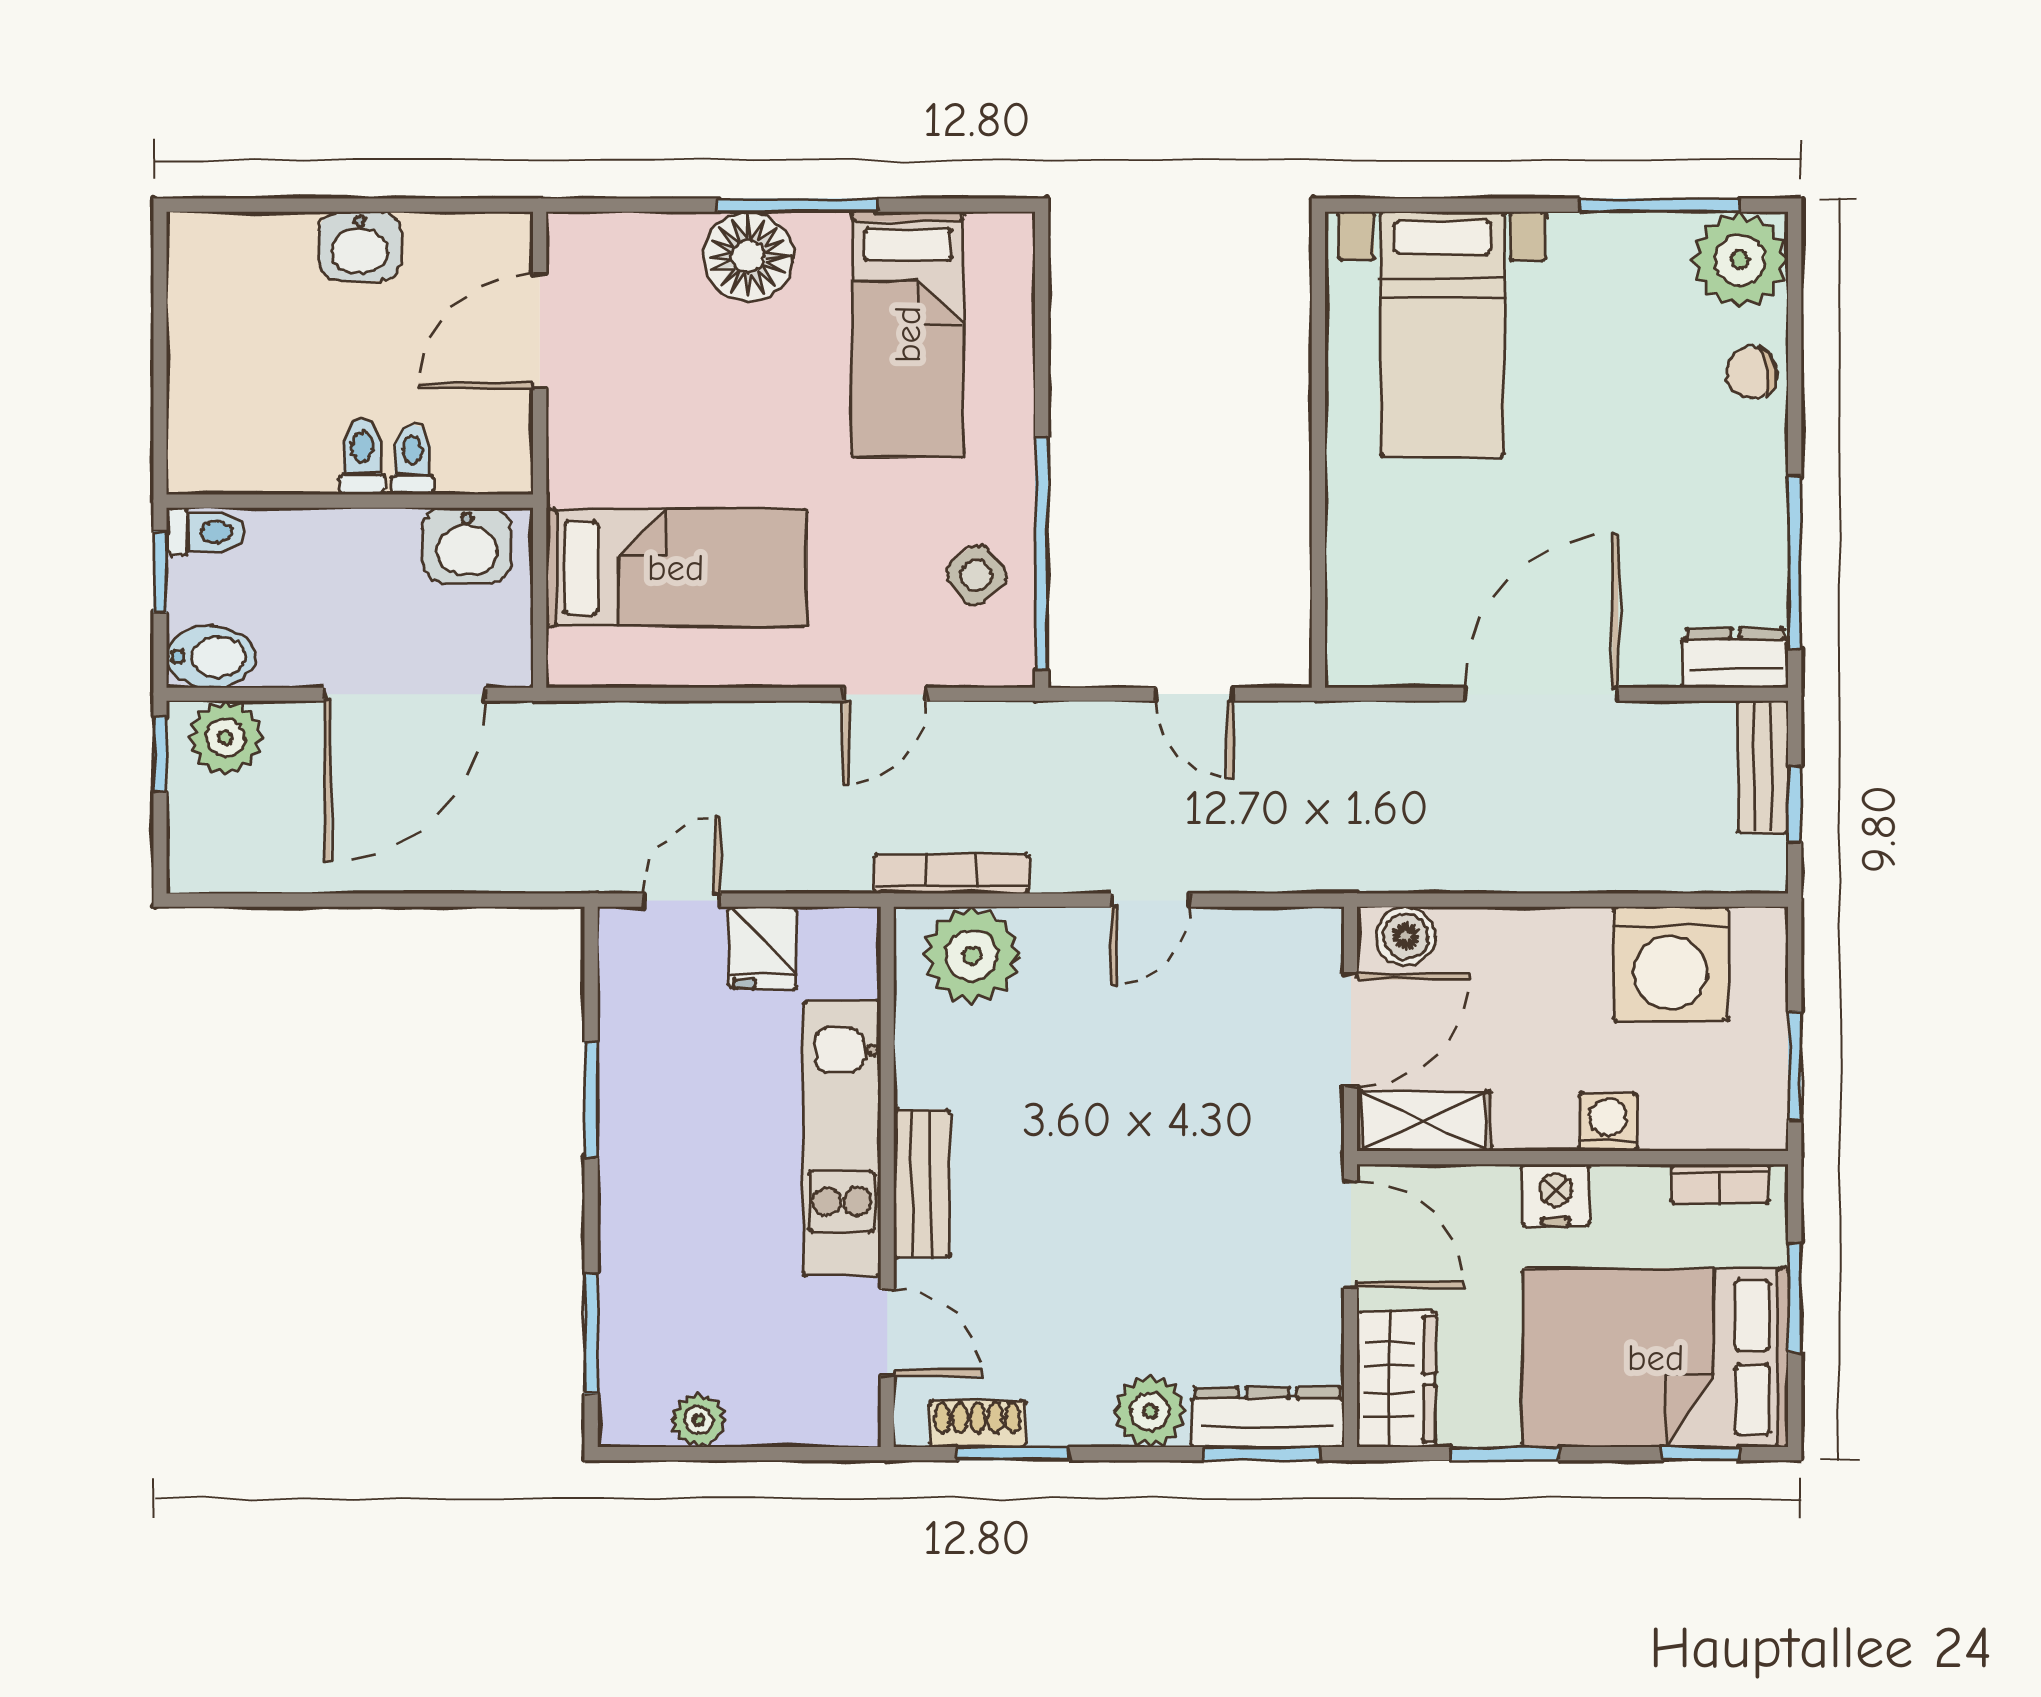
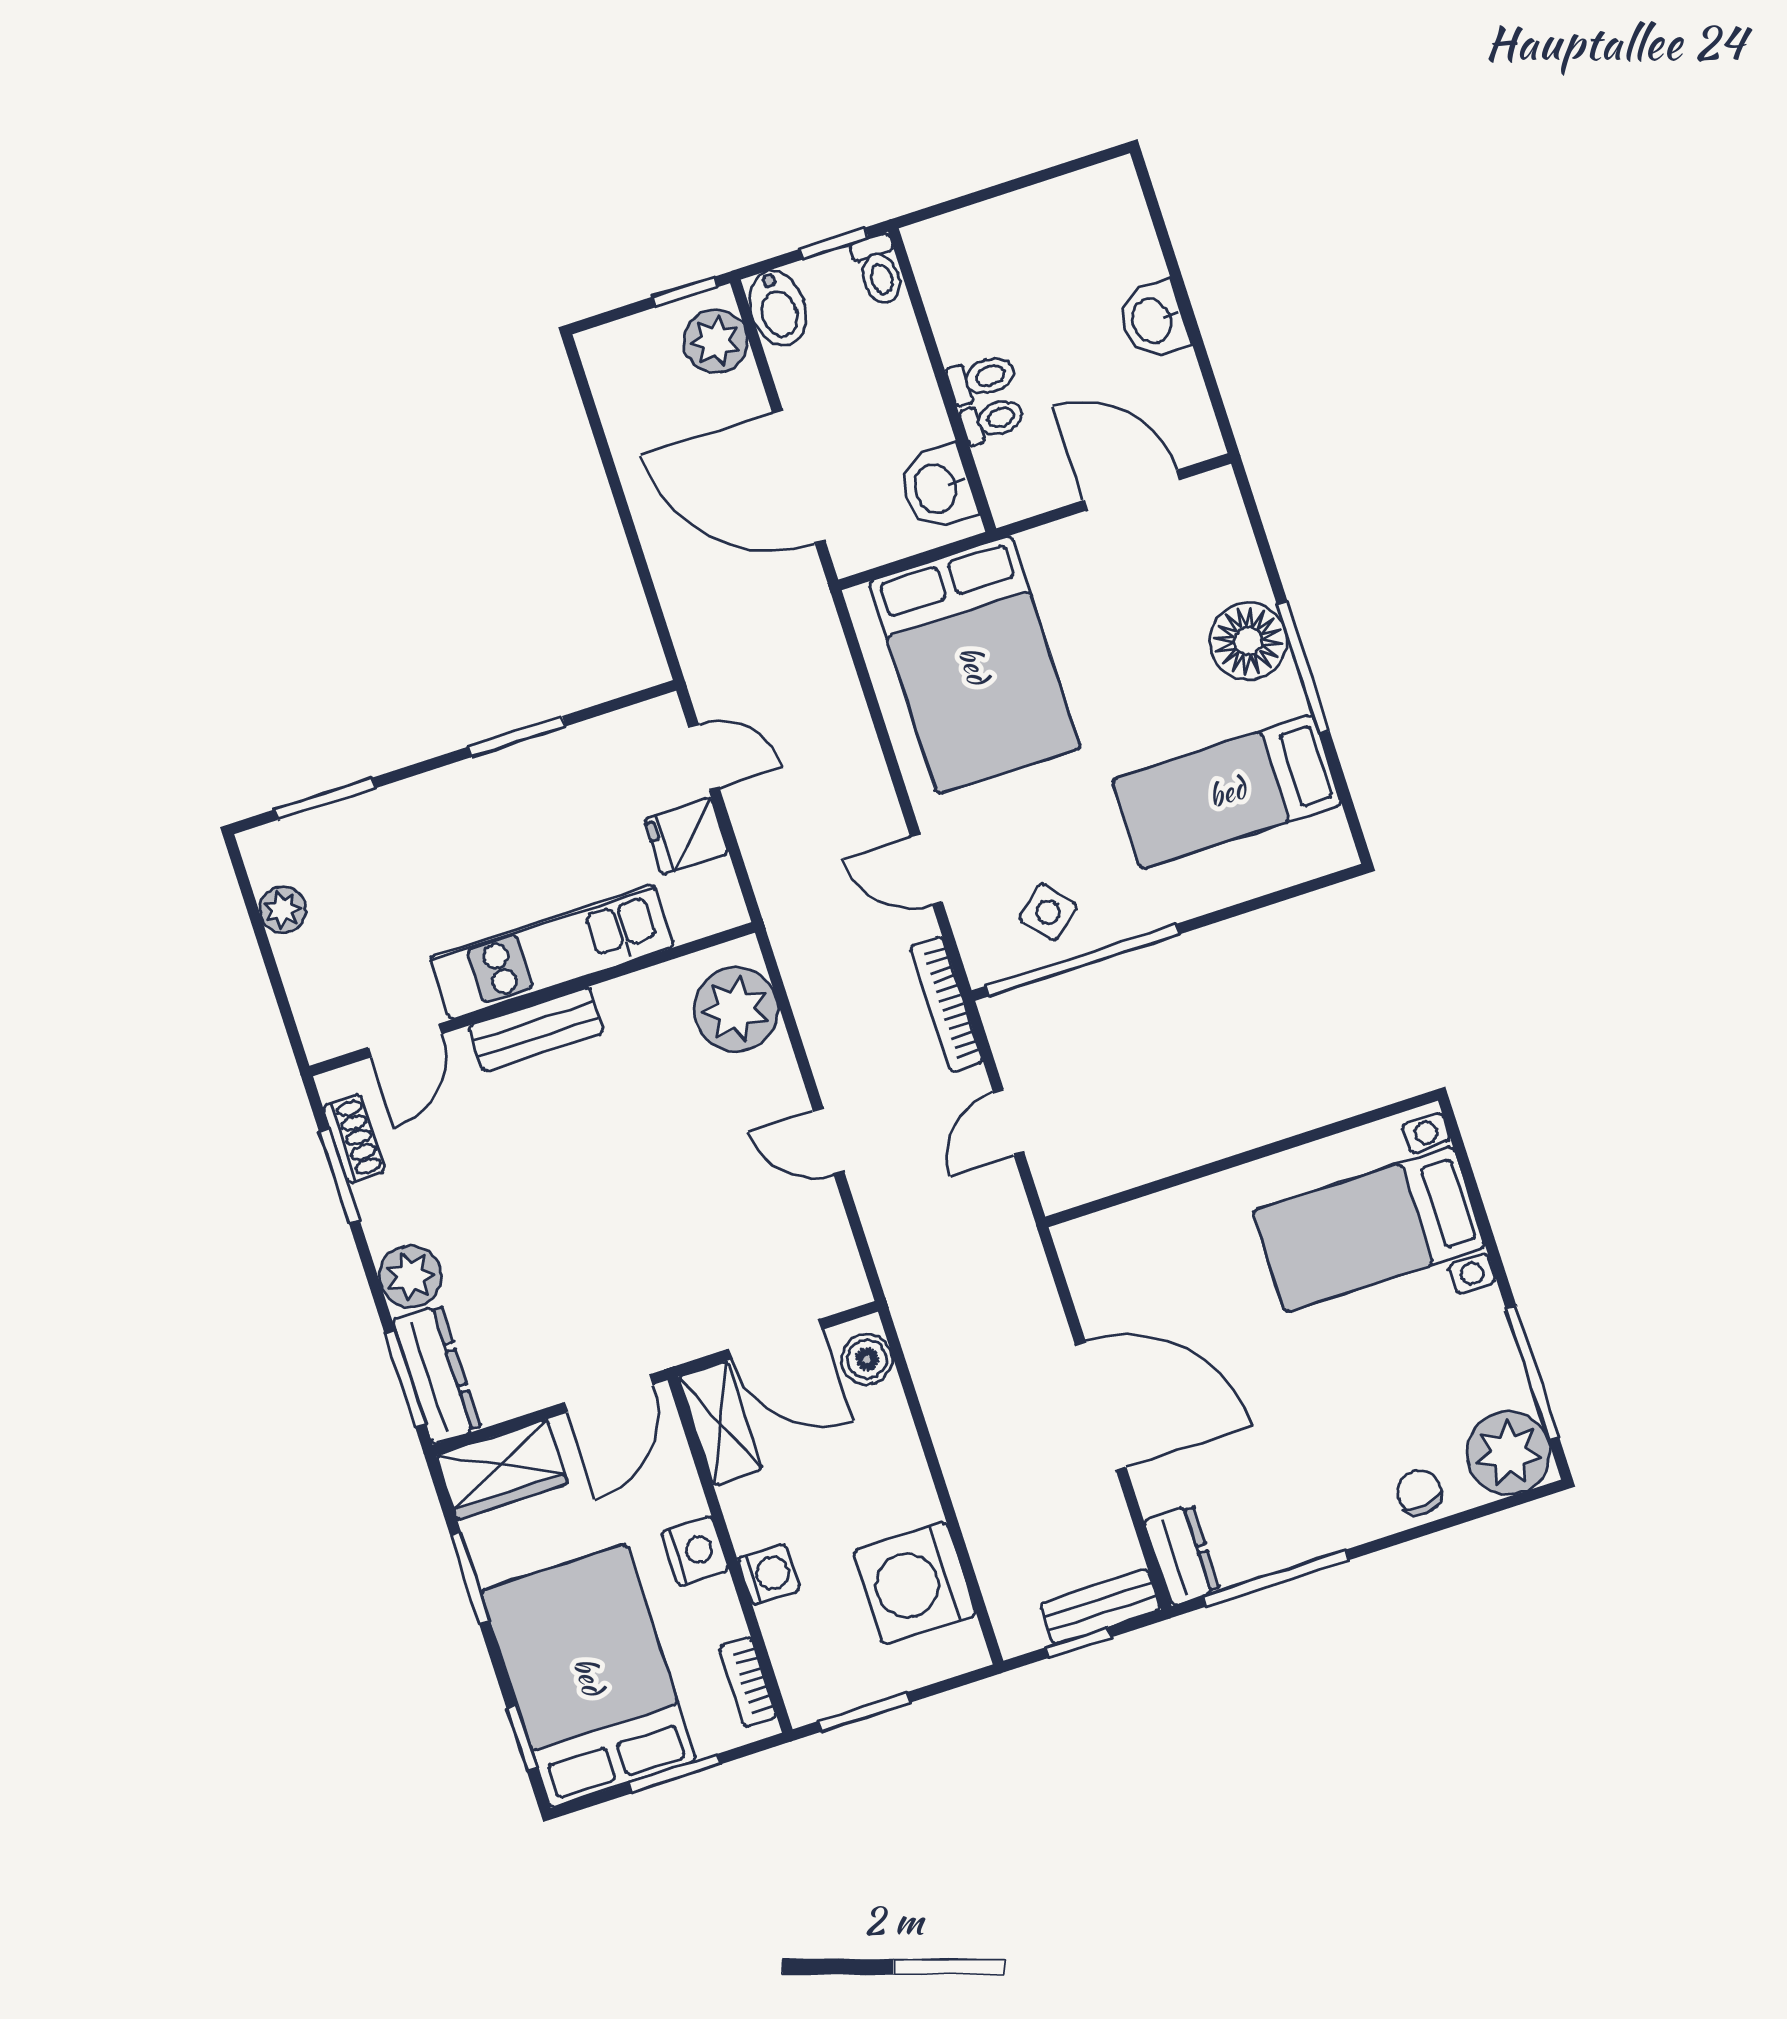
bed: (676, 568) -> (974, 665), width x1.50
bookcase: (952, 874) -> (947, 1004), moved, turned 180

